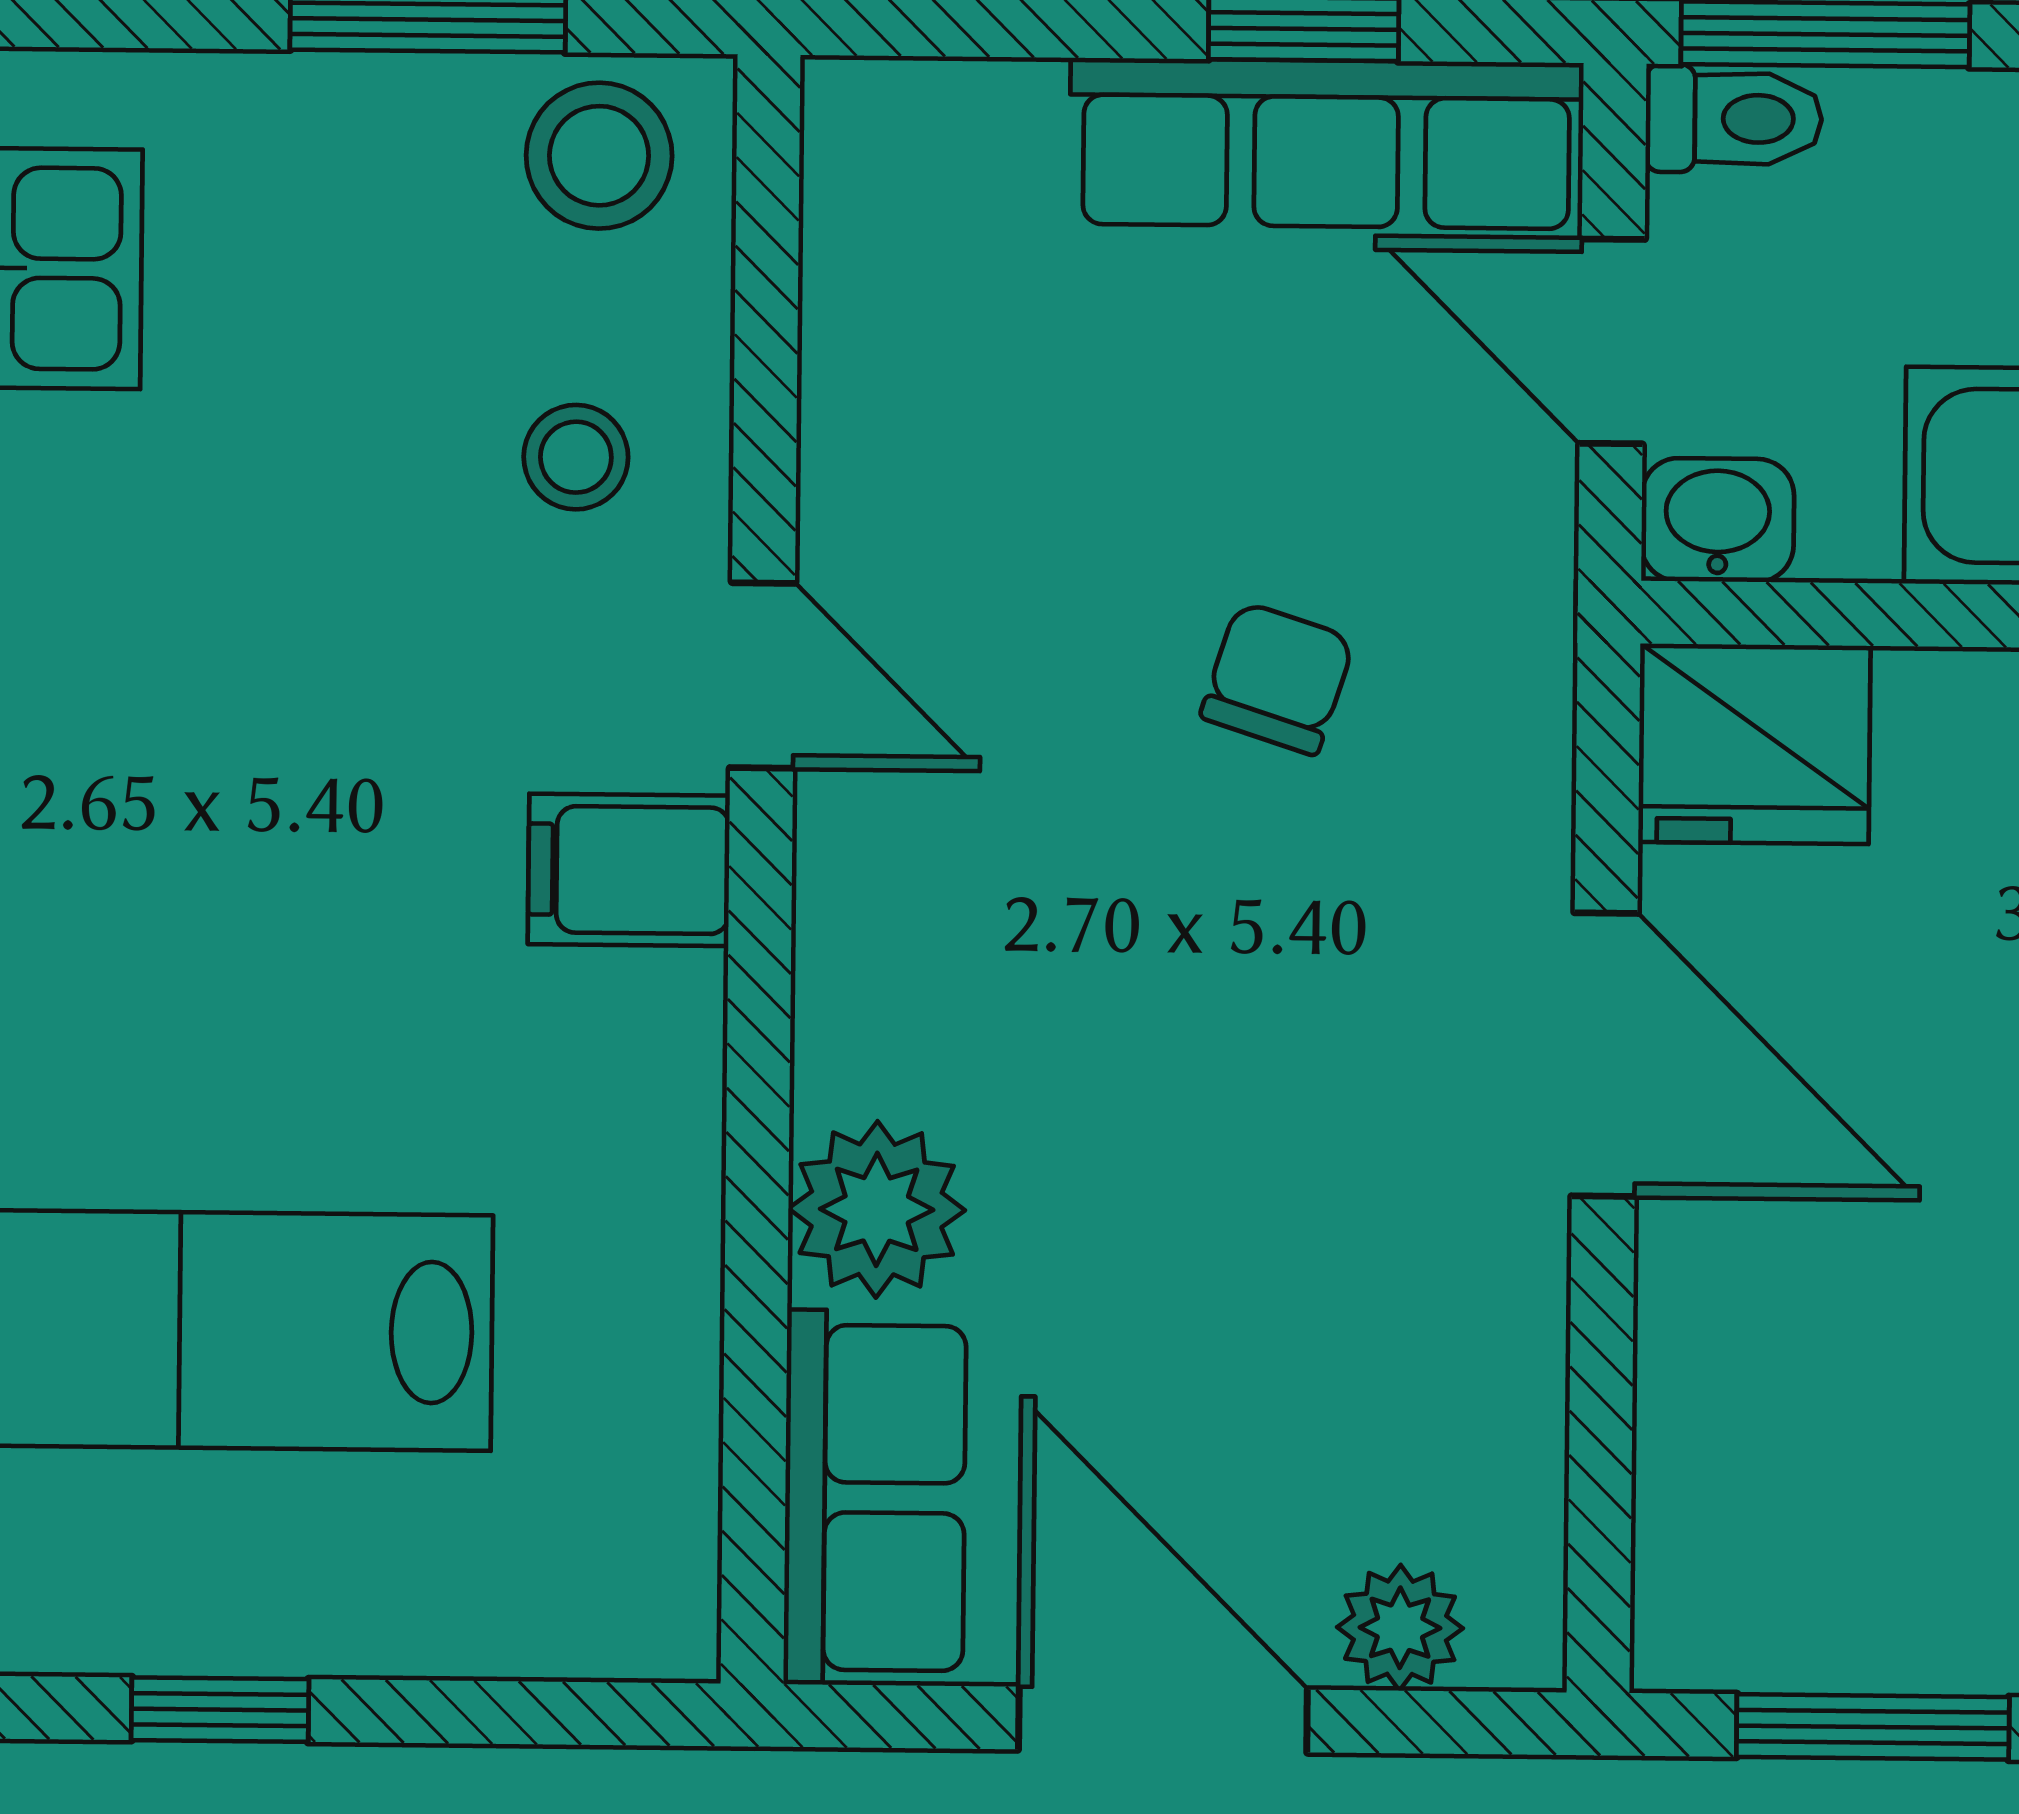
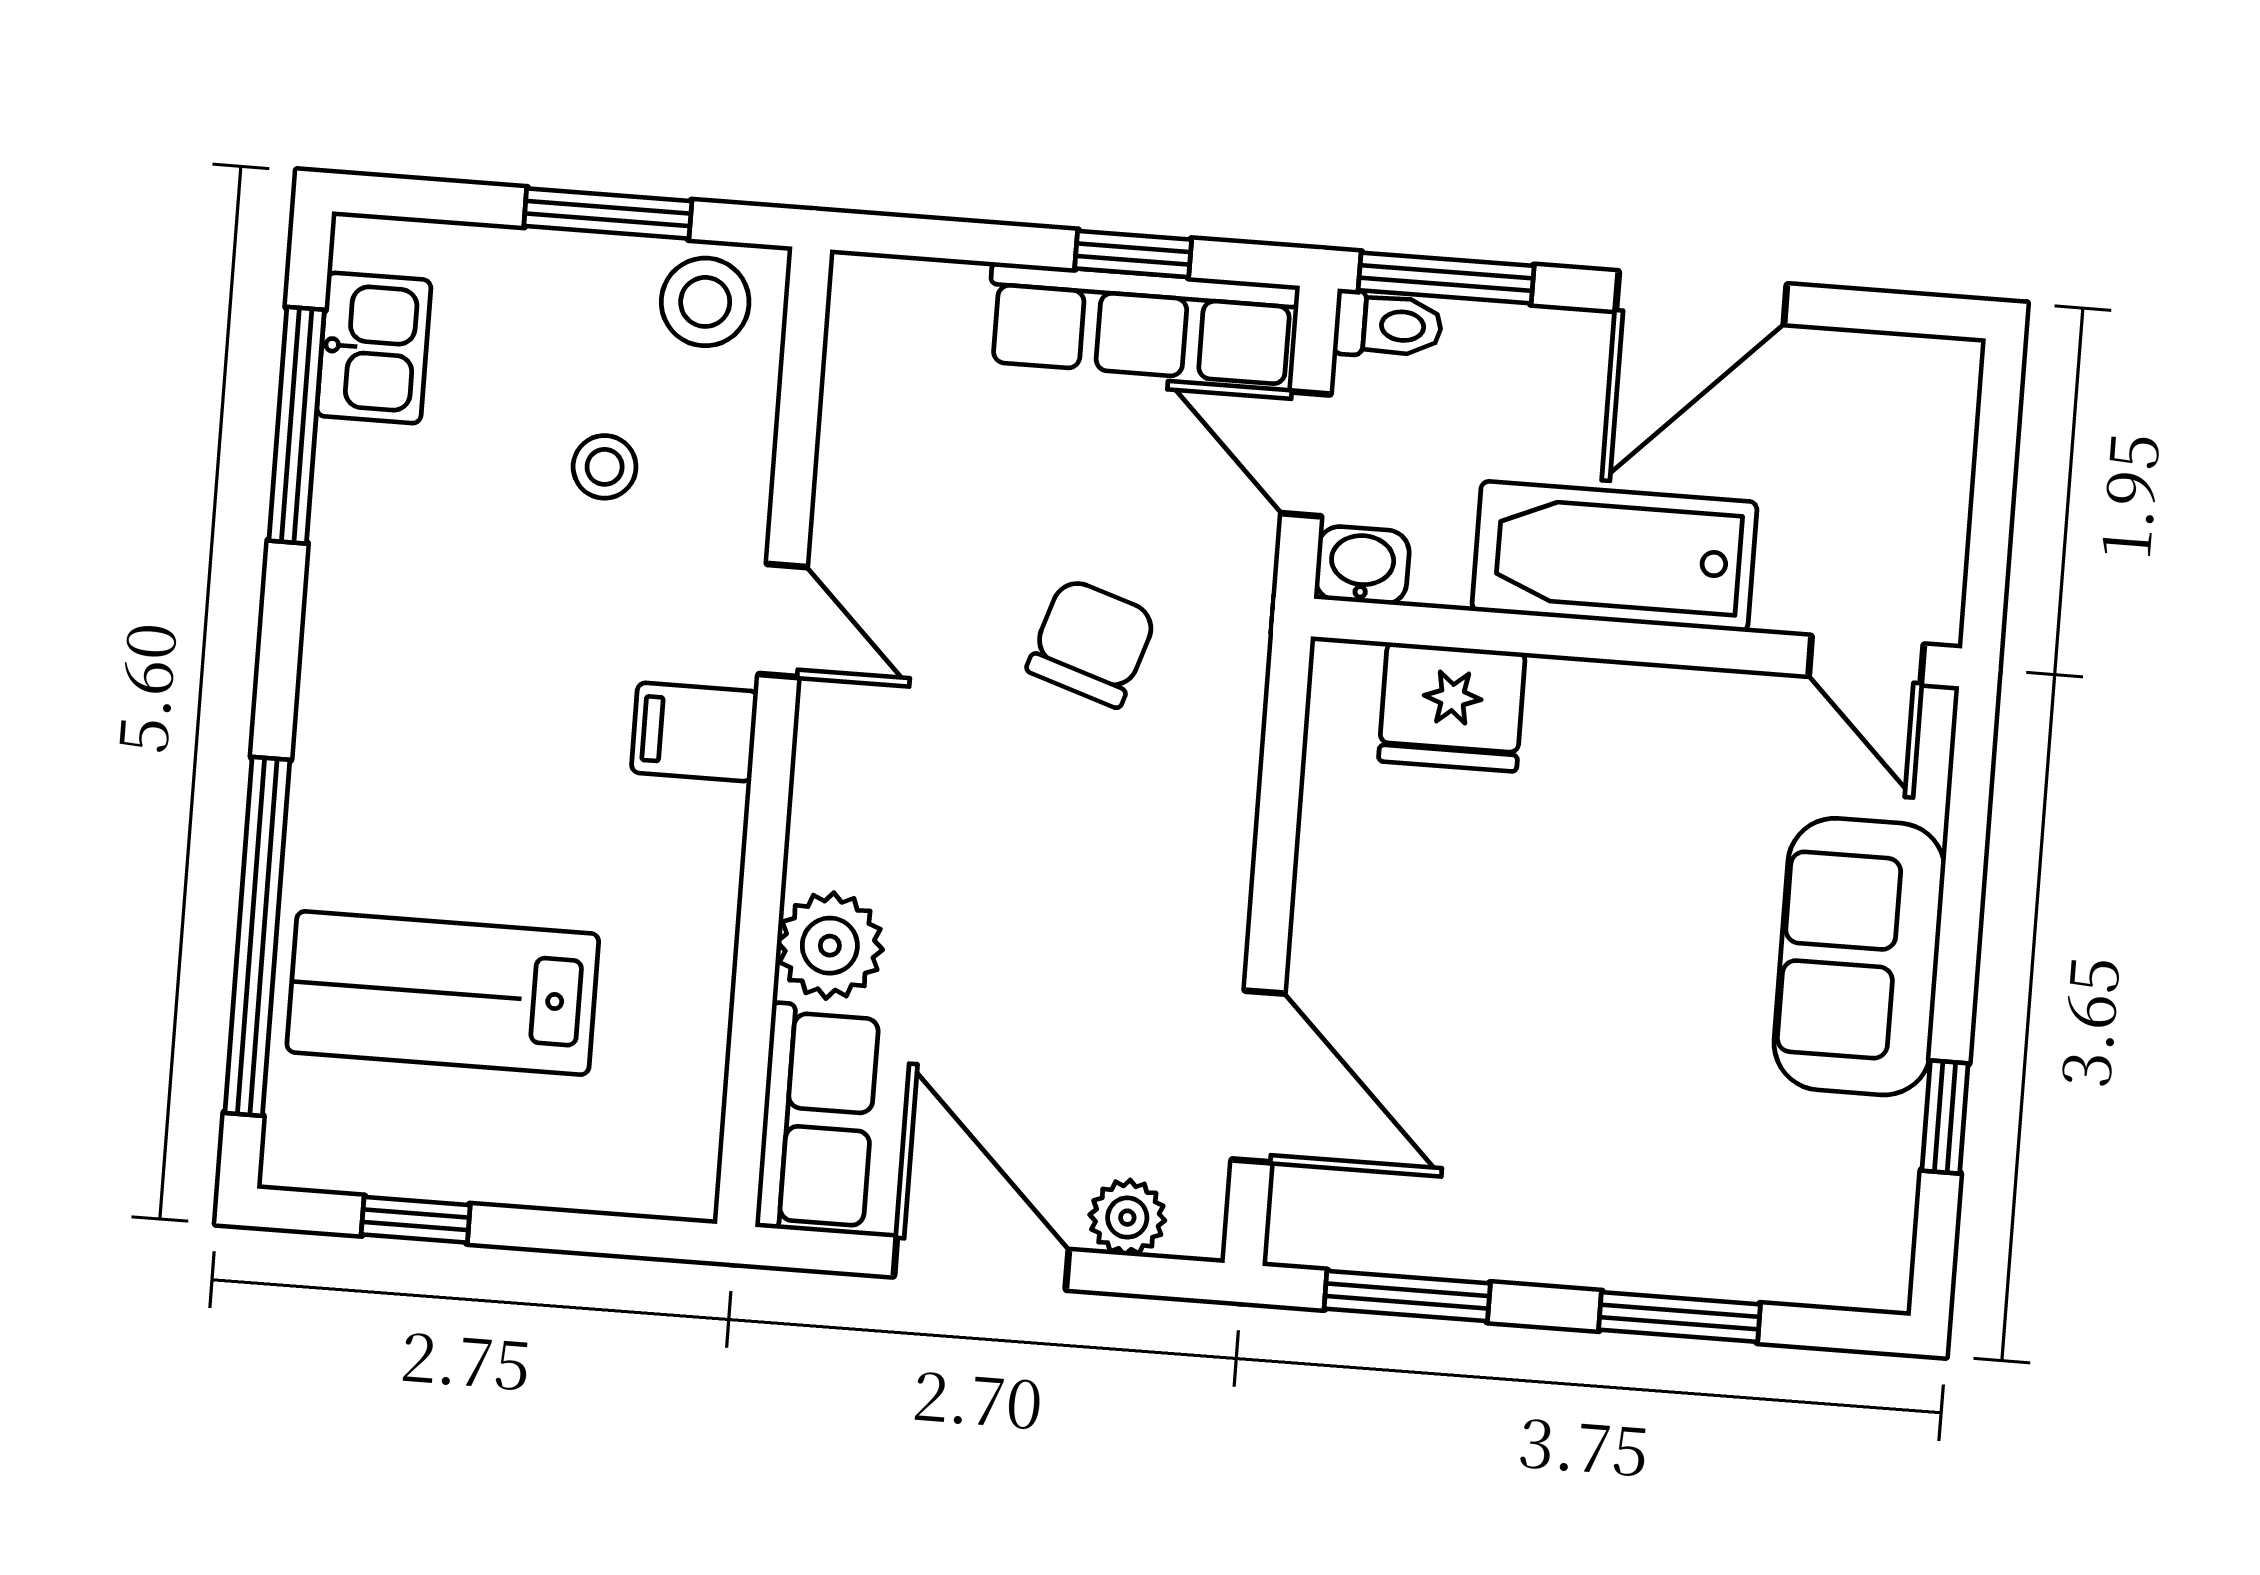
stool: (576, 457) -> (605, 467), moved
chair: (1278, 678) -> (1092, 643), width x1.37, depth x1.37
fridge: (1754, 744) -> (1452, 707), moved
door: (1605, 1055) -> (1258, 1077), moved

